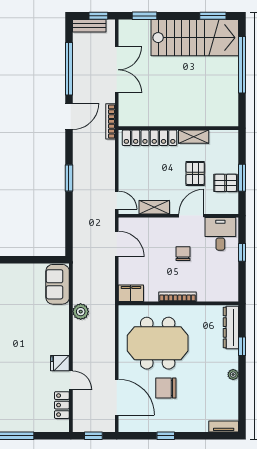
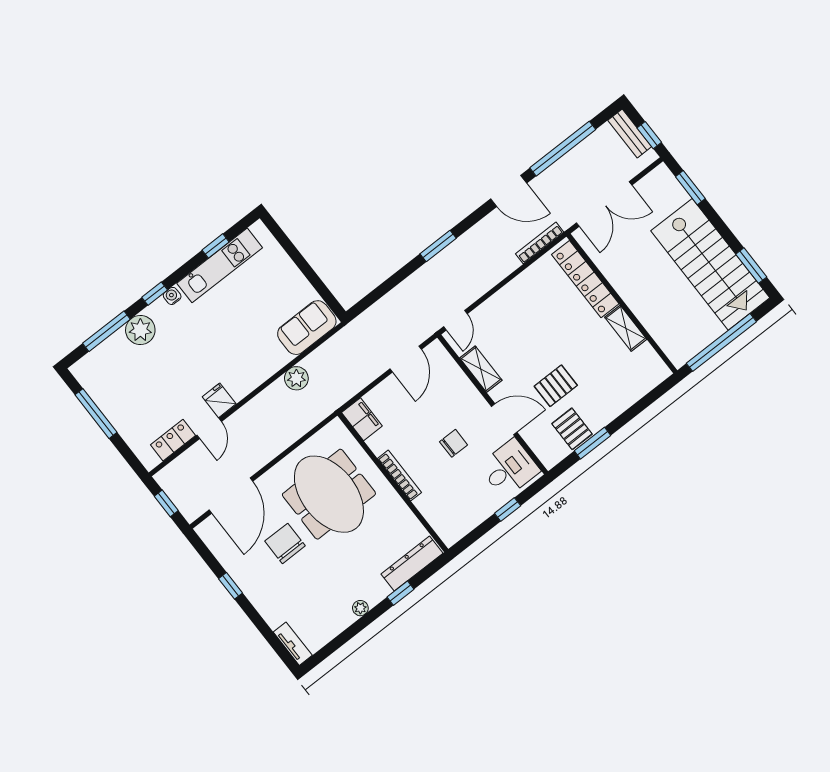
wall: (178, 128) -> (622, 303), moved
shelving: (194, 137) -> (626, 328), moved
locker: (150, 138) -> (585, 279), moved

